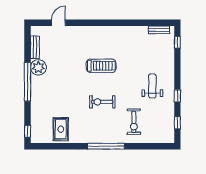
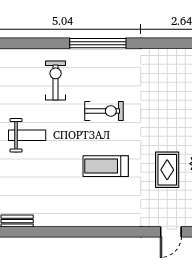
weight bench: (152, 86) -> (27, 135), turned -90
rug: (61, 129) -> (167, 170), moved

